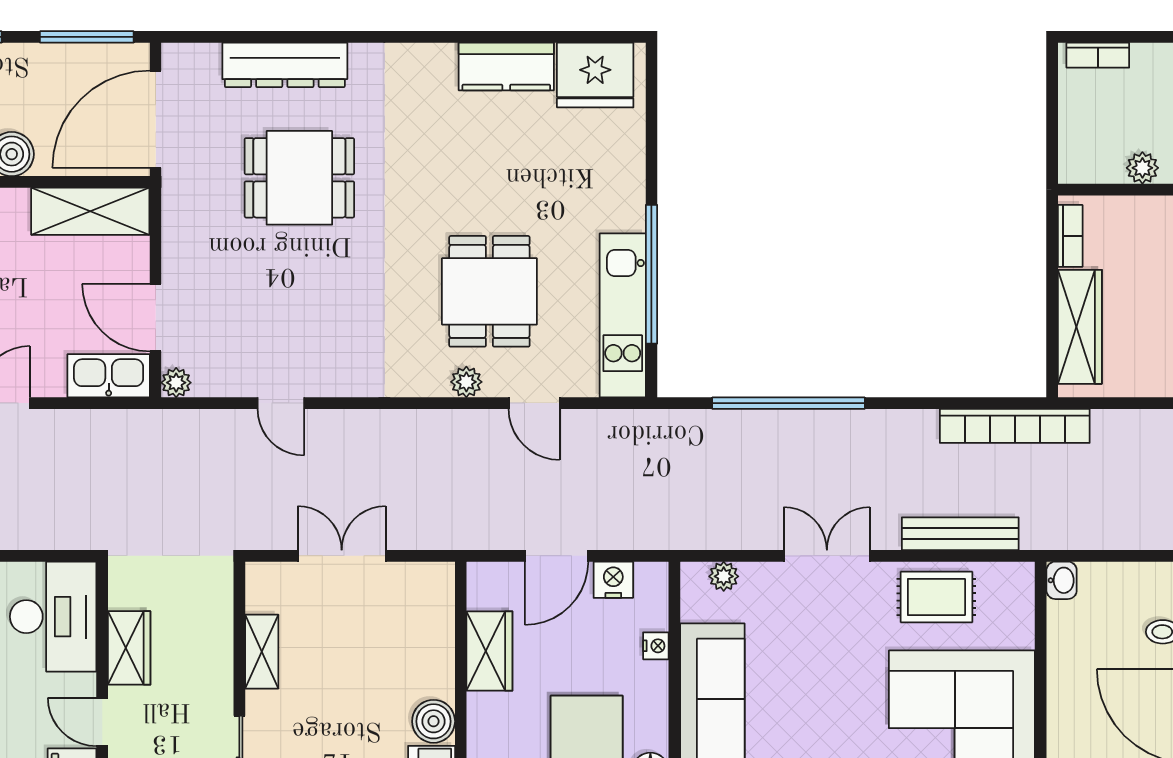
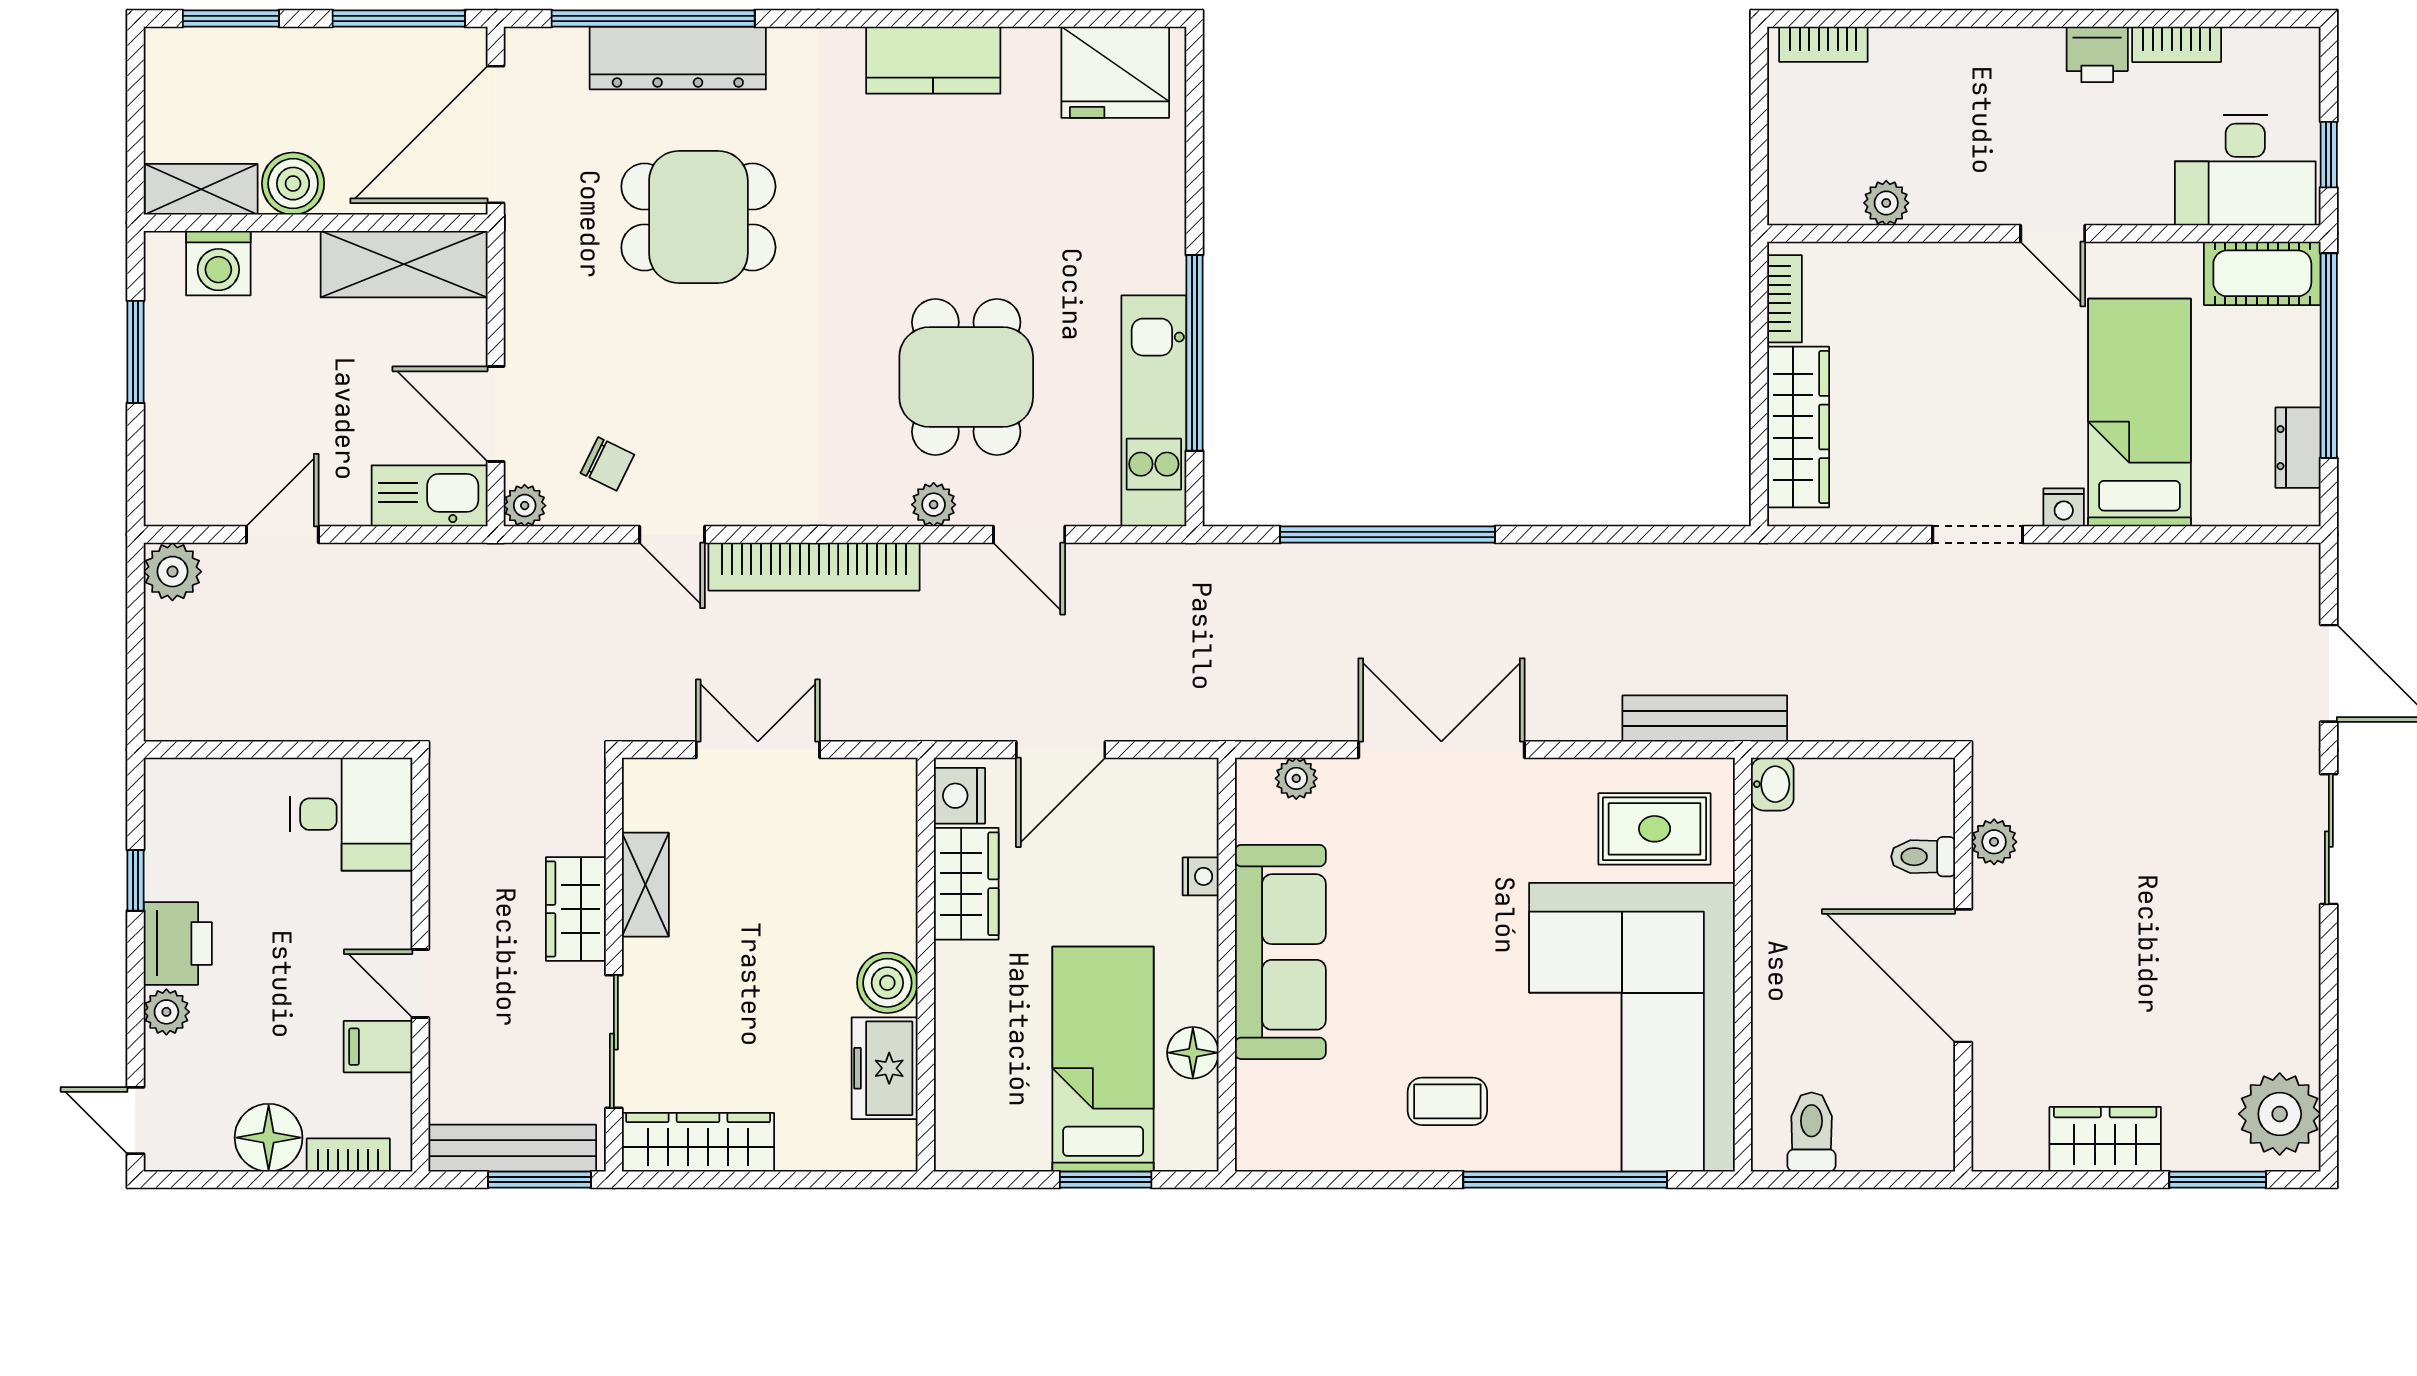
window: (267, 37) -> (653, 18), added
kitchen counter: (506, 66) -> (933, 60), moved
chair: (235, 353) -> (607, 464), added
bookcase: (1015, 426) -> (814, 567), moved
bench: (960, 534) -> (1705, 718), moved
double door: (827, 556) -> (1441, 750), width x1.37
nightstand: (613, 580) -> (959, 796), moved, turned -90
rug: (936, 597) -> (1655, 829), moved
desk: (53, 617) -> (351, 814), width x0.73
wardrobe: (129, 648) -> (576, 909), moved, turned 180

